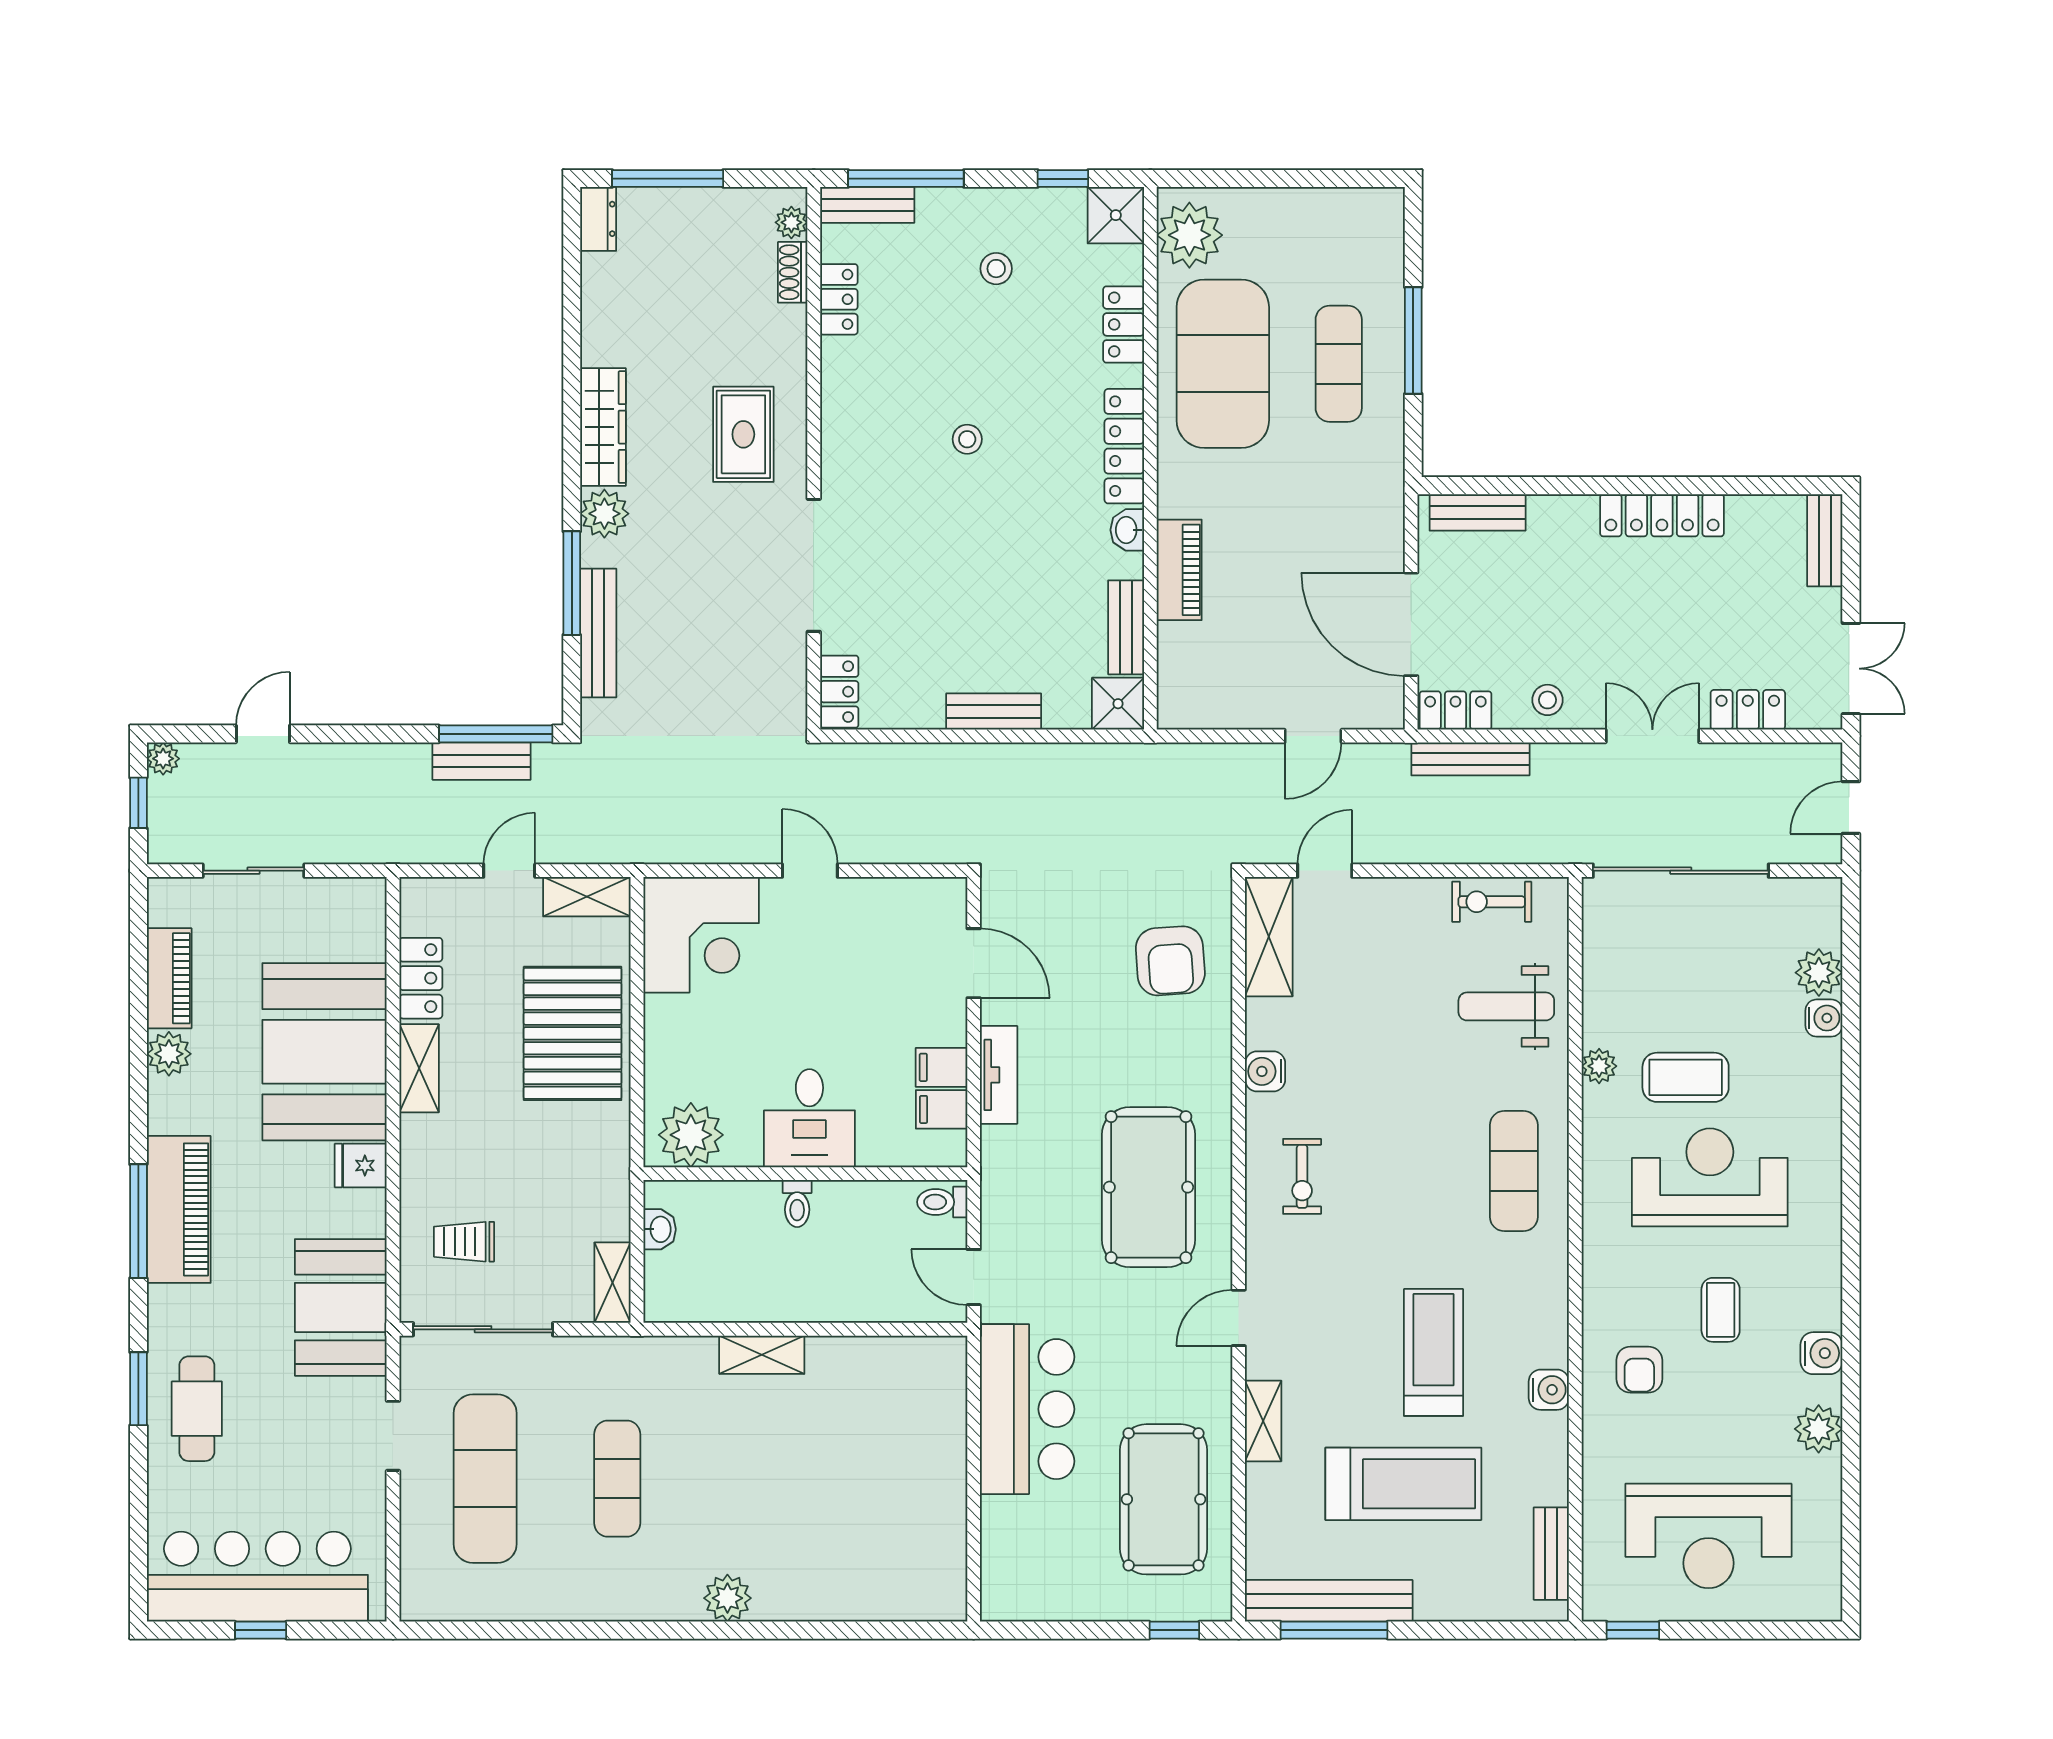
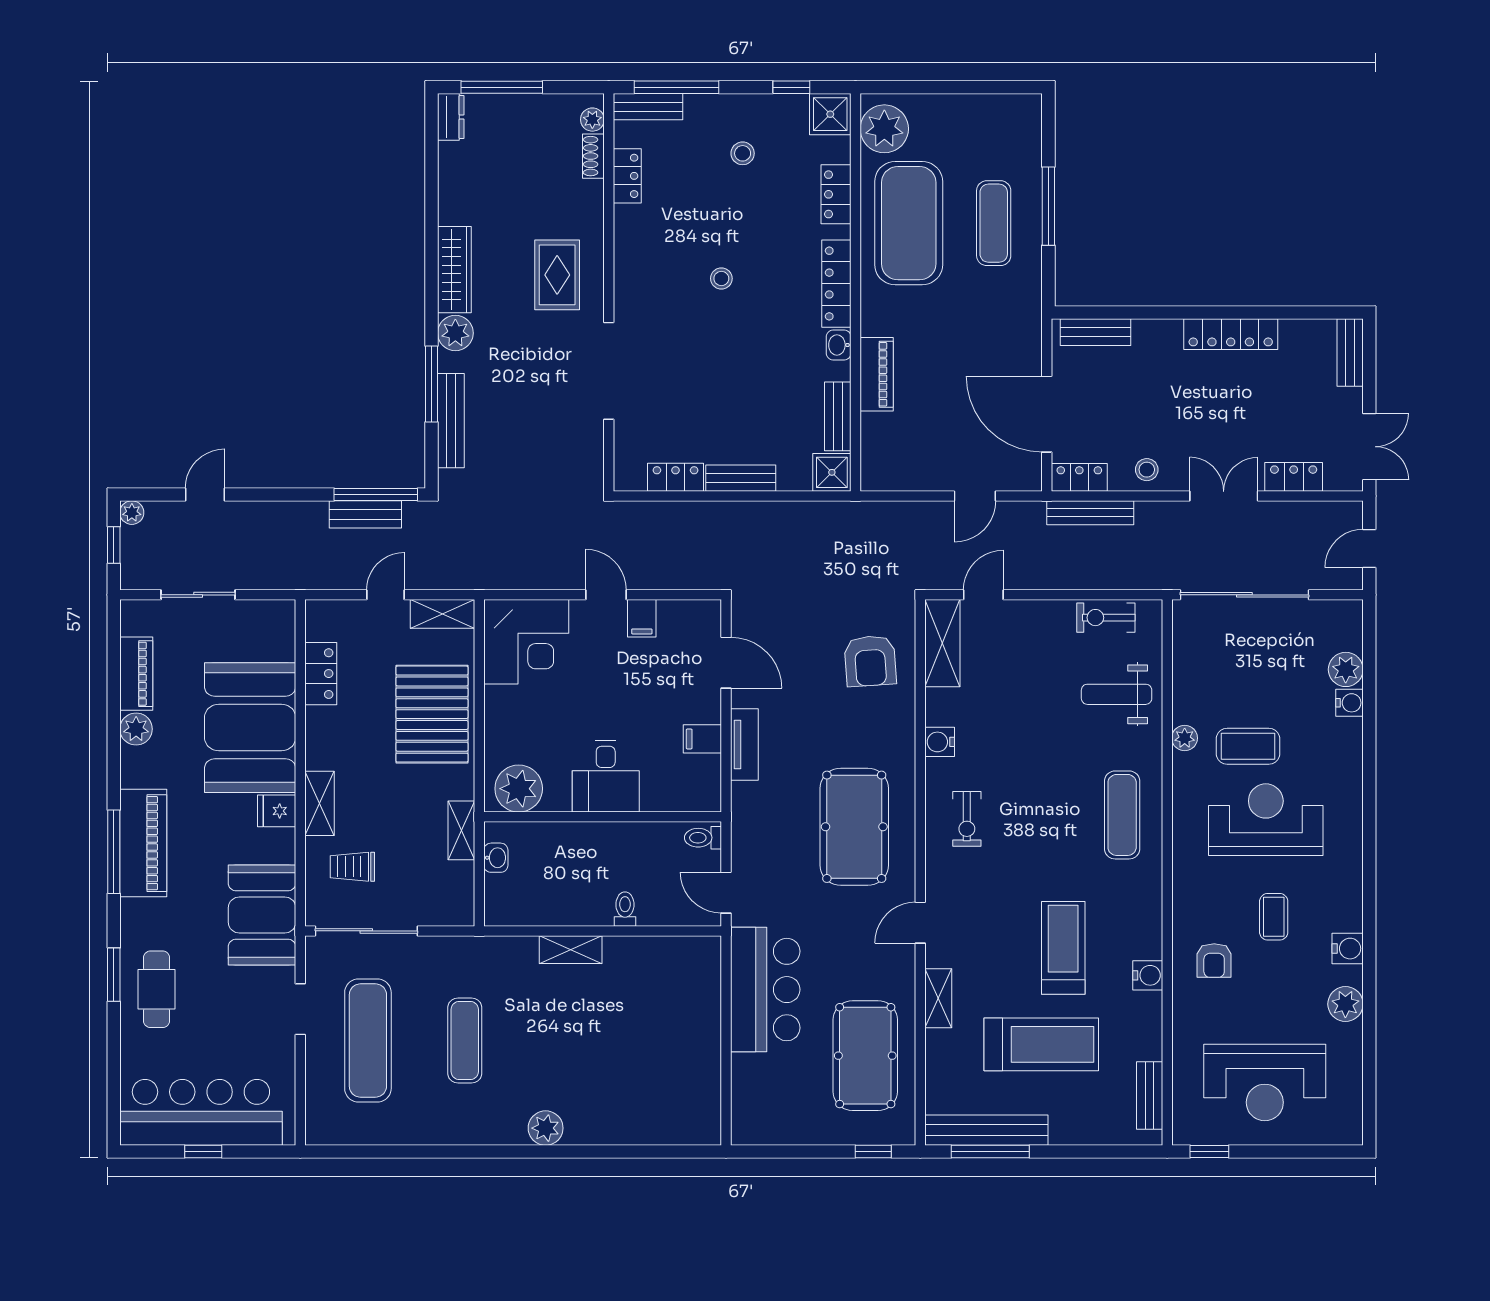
locker: (839, 692) -> (676, 477), moved, turned -90
shelving: (419, 1068) -> (319, 803), moved
filing cabinet: (942, 1109) -> (642, 618), moved, turned -90
toilet: (797, 1203) -> (625, 909), moved, turned 180
shelving: (613, 1283) -> (461, 830), moved

